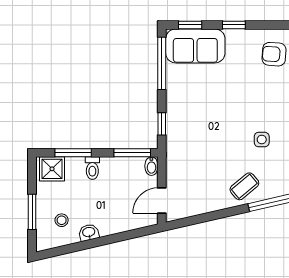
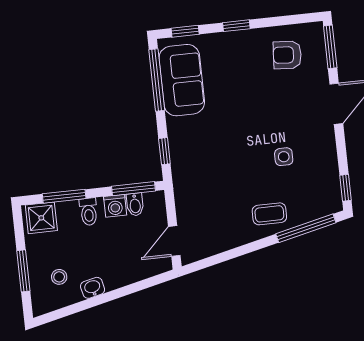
sofa: (195, 46) -> (182, 80), moved, turned -90
washing machine: (115, 165) -> (115, 206), added
bidet: (151, 166) -> (135, 204), moved
coffee table: (244, 186) -> (269, 214), turned 40

